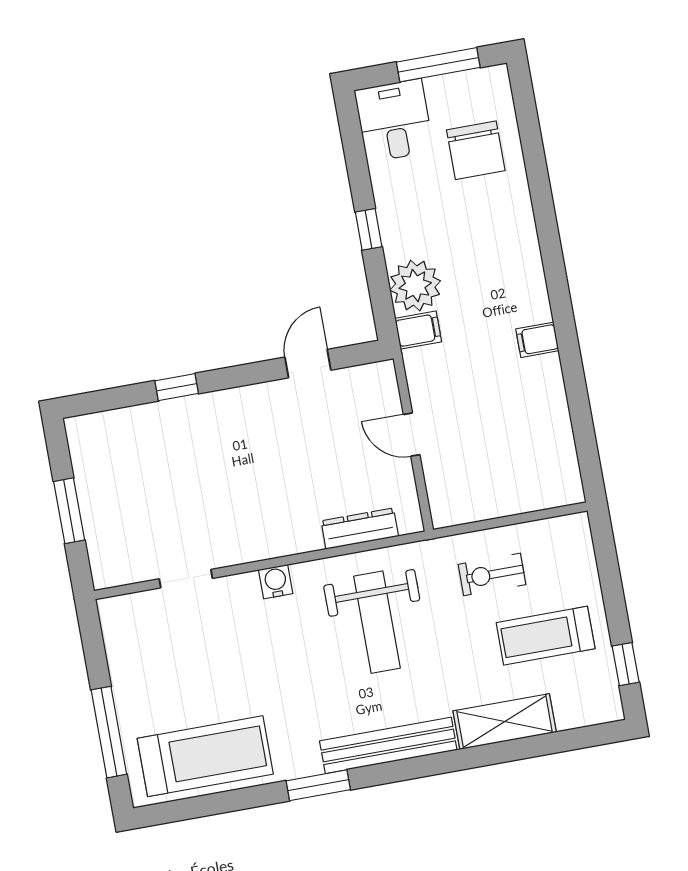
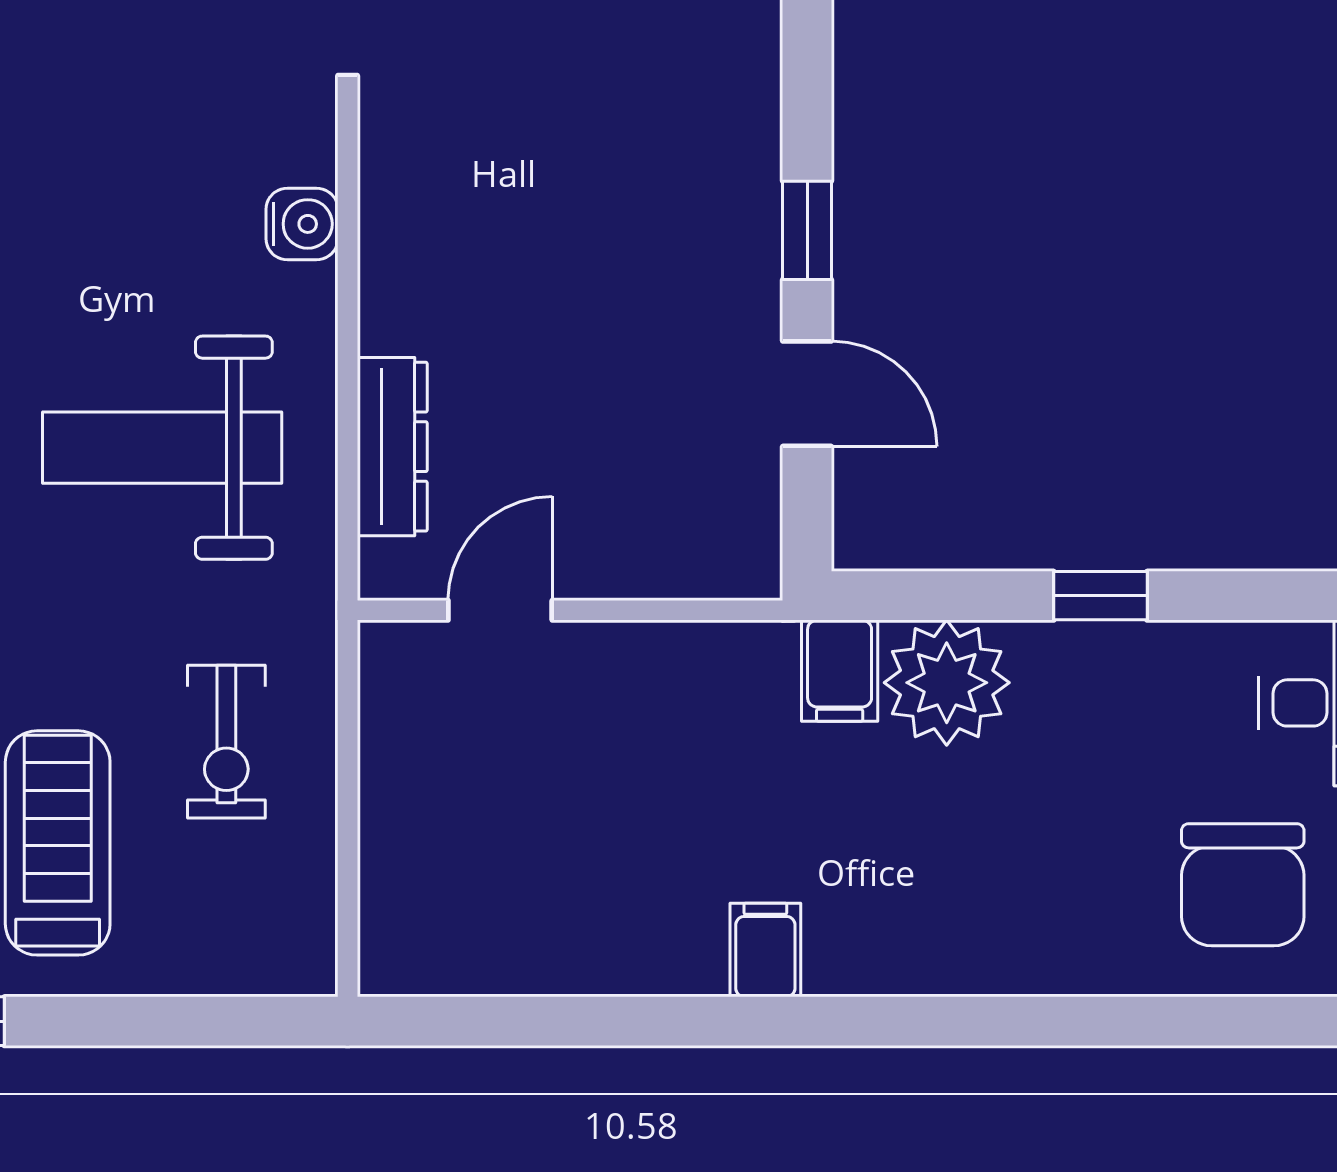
chair: (476, 150) -> (1243, 885), turned -90
window: (177, 387) -> (807, 230), moved
door: (412, 435) -> (500, 610), moved
exercise bike: (492, 574) -> (226, 742), turned 180

